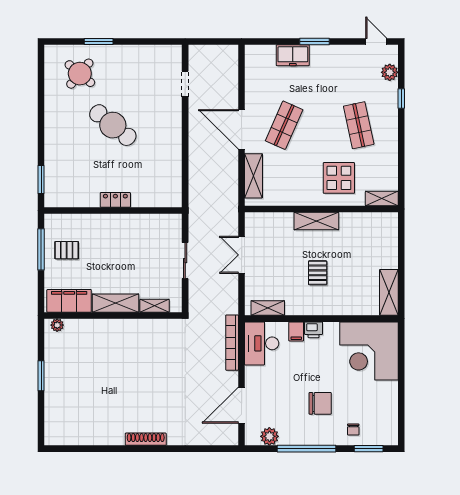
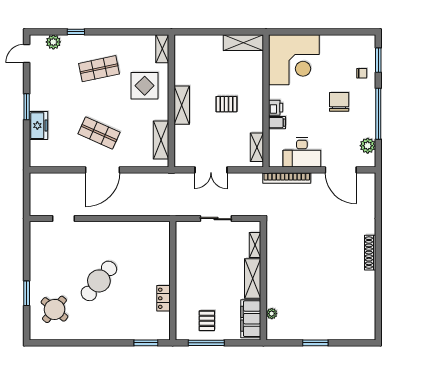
shelving: (254, 176) -> (161, 140), moved, turned 90
locker: (115, 200) -> (163, 298), moved
plant: (57, 325) -> (272, 314), moved
desk: (262, 343) -> (302, 152), moved

